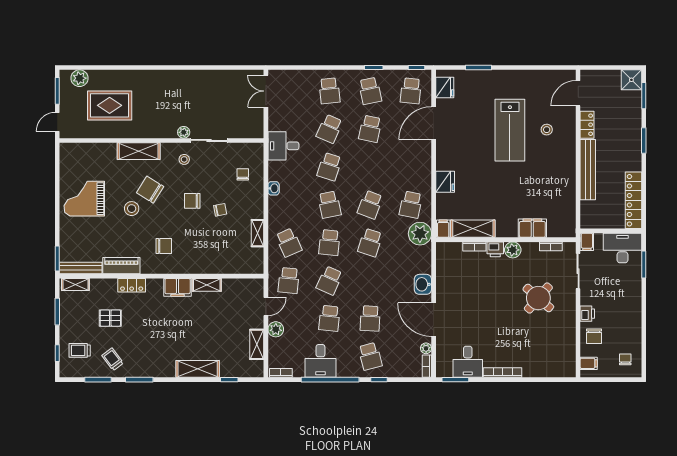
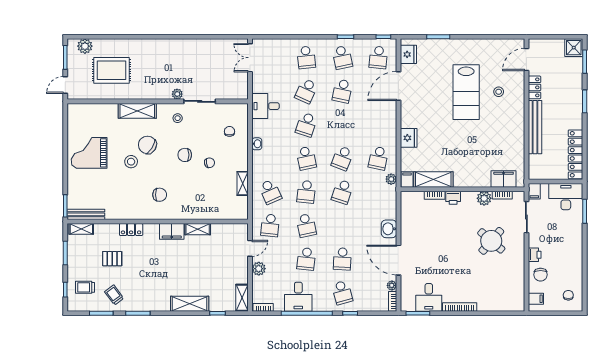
filing cabinet: (532, 228) -> (504, 179), moved
plant: (420, 234) -> (391, 179), width x0.53, depth x0.53
plant: (513, 250) -> (484, 198), moved
piano: (121, 266) -> (122, 212), removed
school desk: (329, 280) -> (306, 225), turned -36
shelving: (257, 344) -> (242, 298), moved

